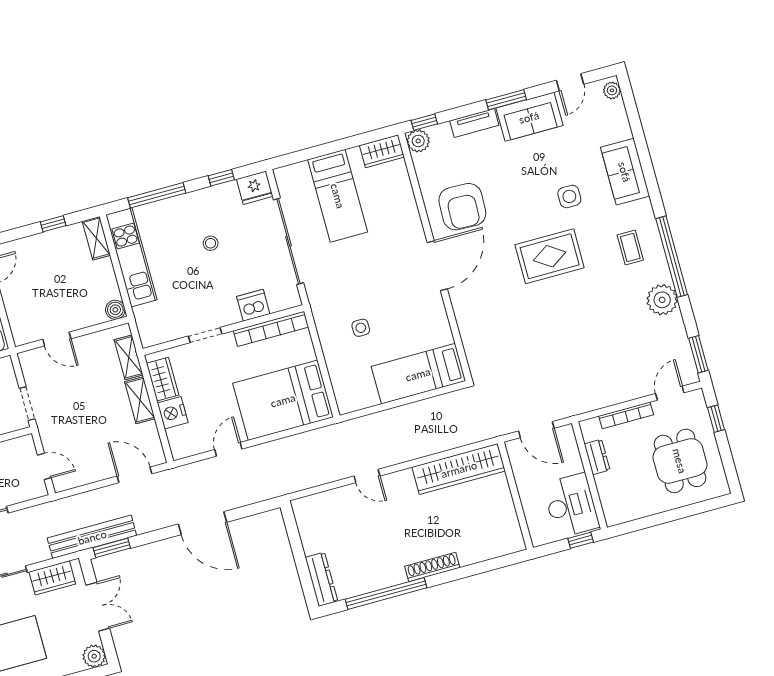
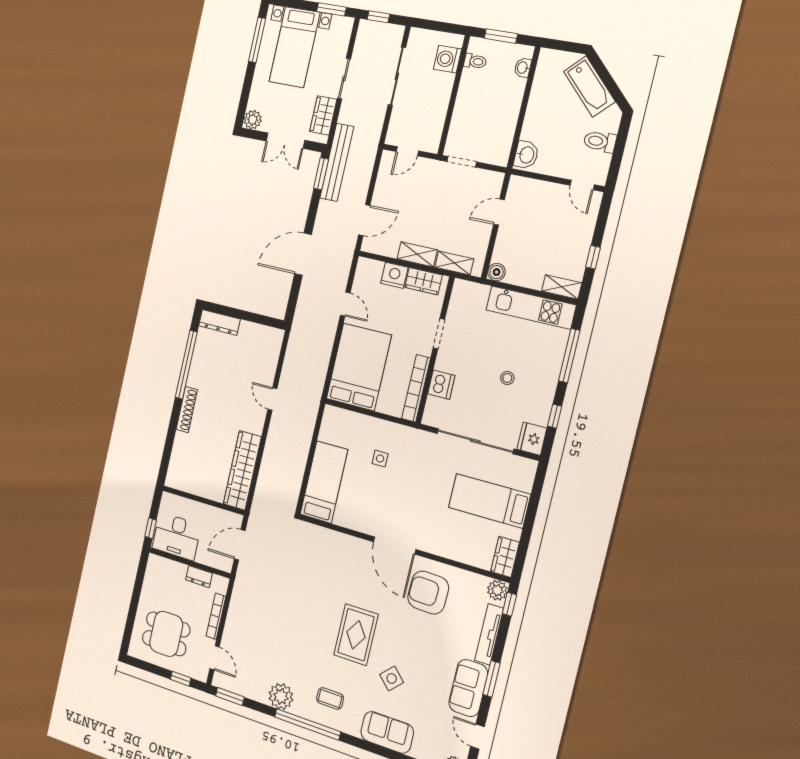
tv unit: (474, 123) -> (489, 634), width x1.41
side table: (569, 196) -> (392, 678), turned 45
door: (367, 476) -> (272, 399), hinge flipped

